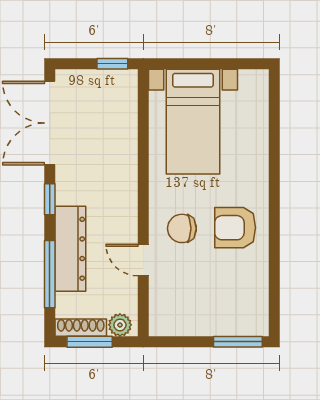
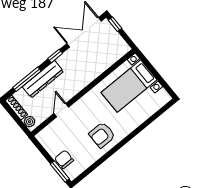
window: (112, 64) -> (115, 24), moved
chair: (182, 228) -> (64, 159), moved
armchair: (235, 228) -> (102, 135), turned -90
window: (90, 342) -> (14, 115), removed

